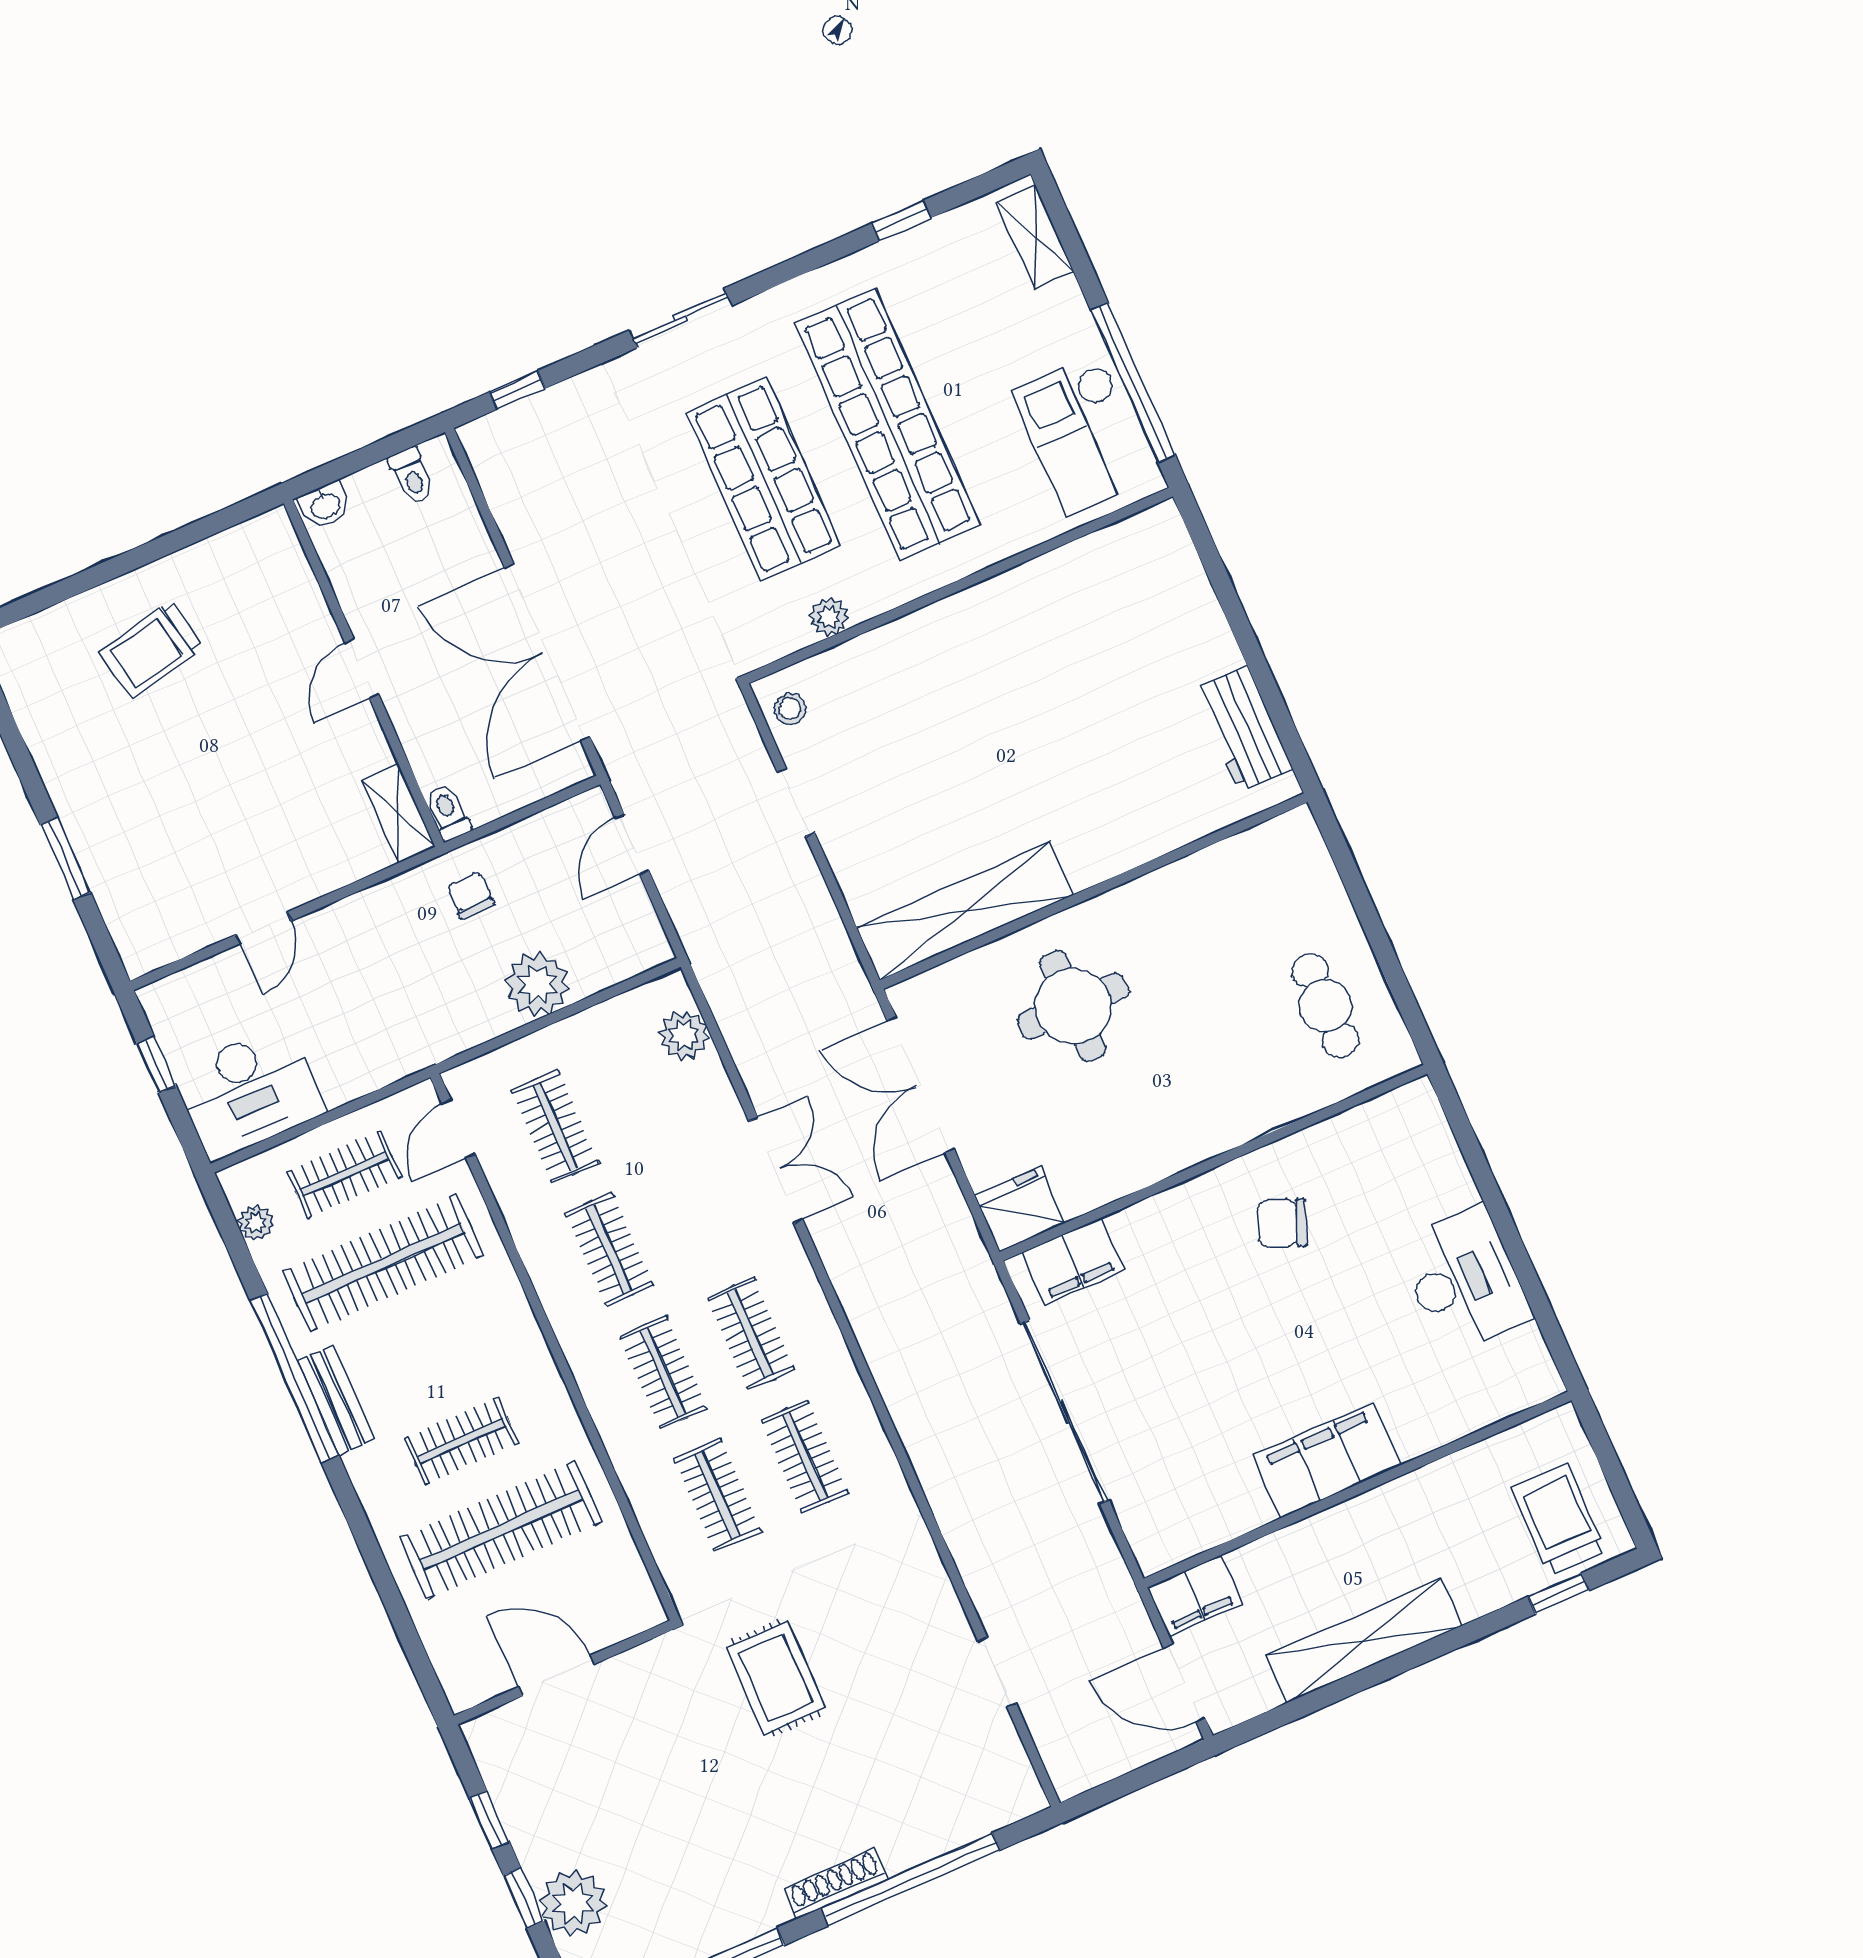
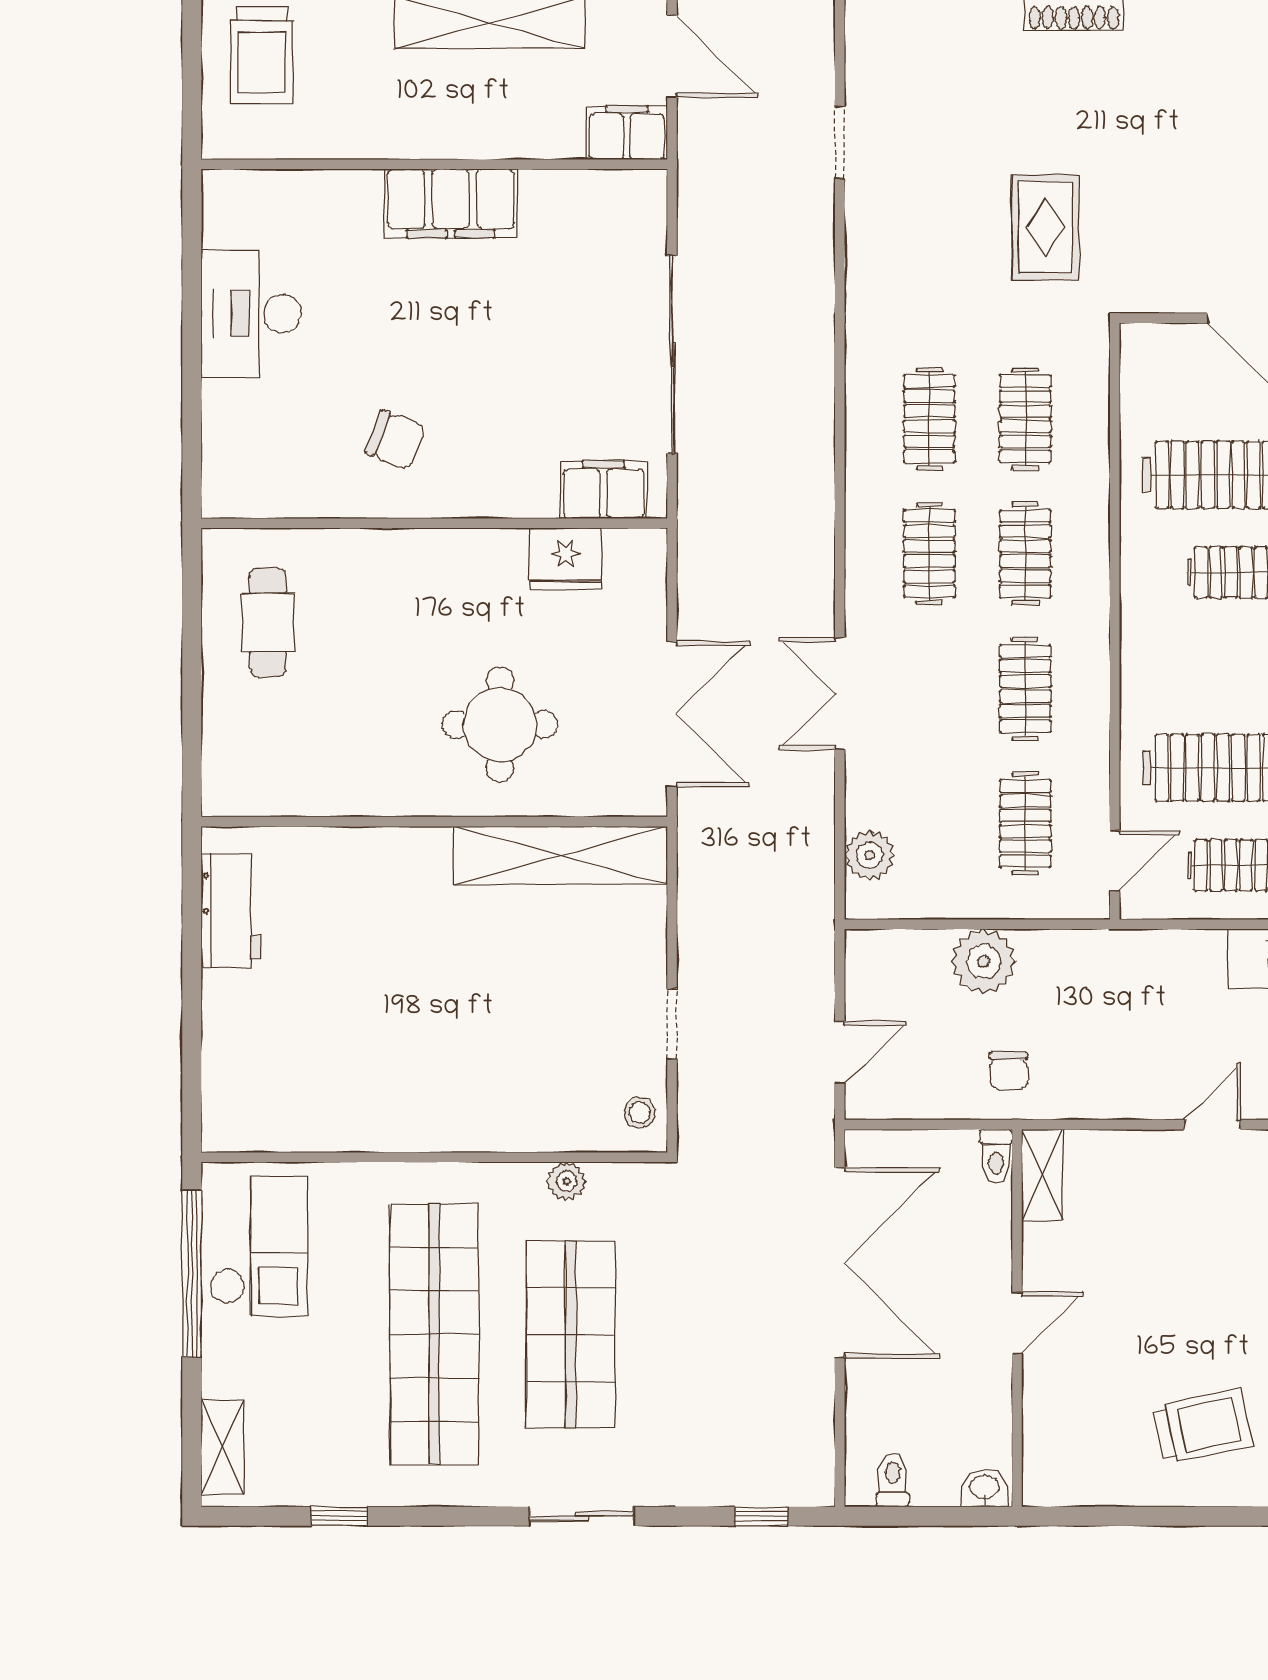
fridge: (1020, 1210) -> (566, 559), moved

